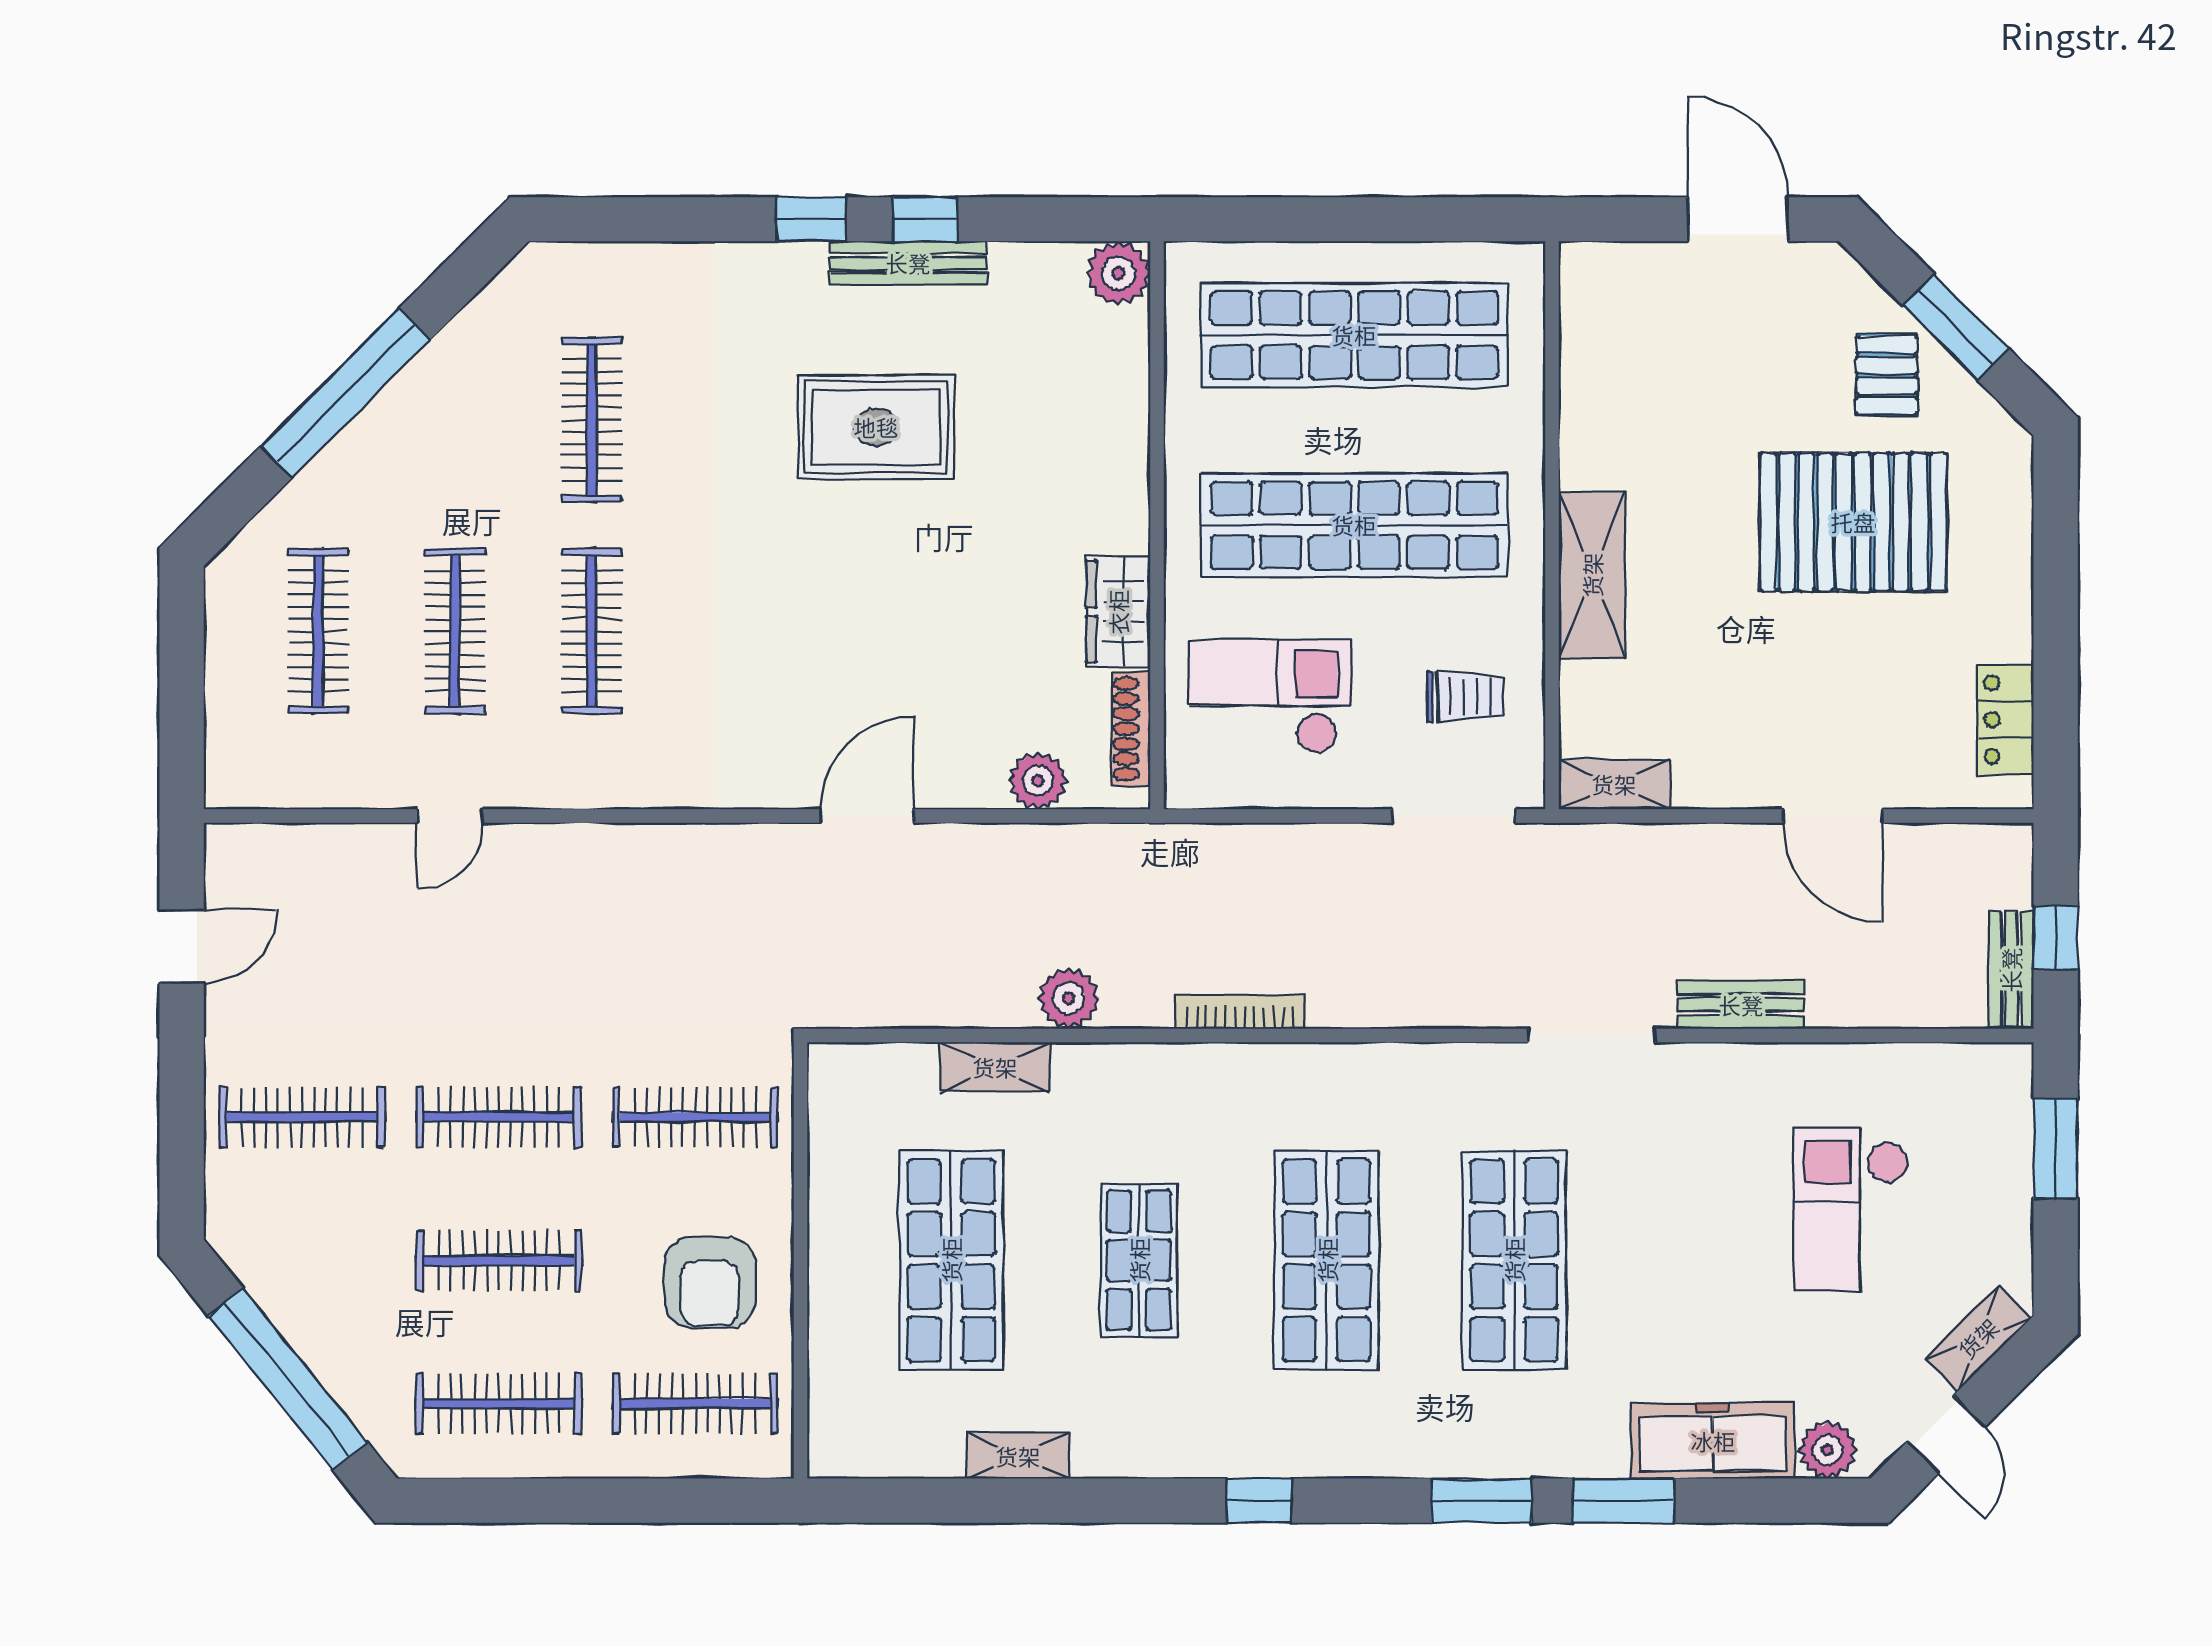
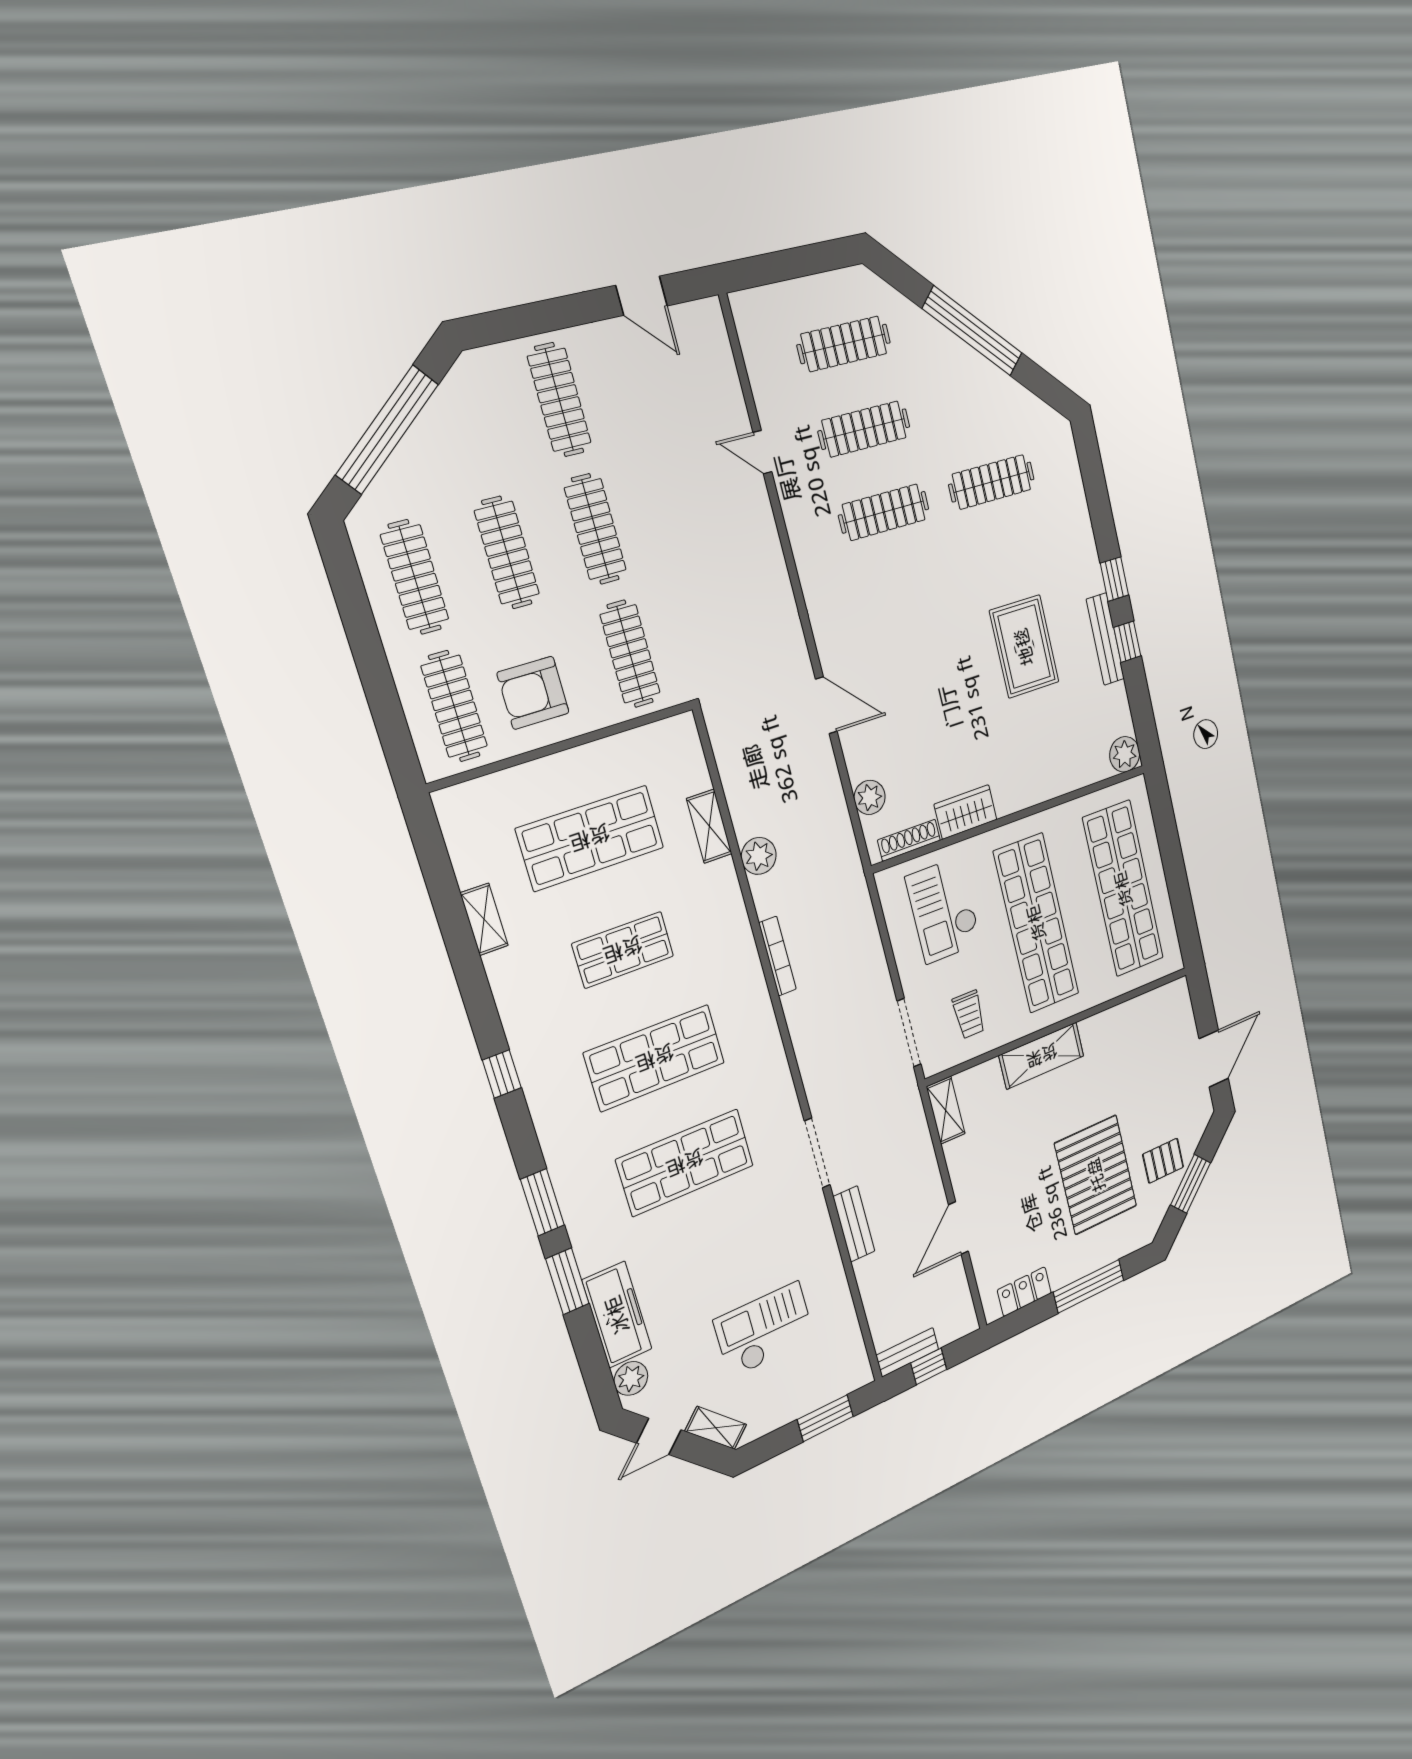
window: (2056, 589) -> (1089, 1286), added
checkout: (1269, 697) -> (943, 910), turned 180

